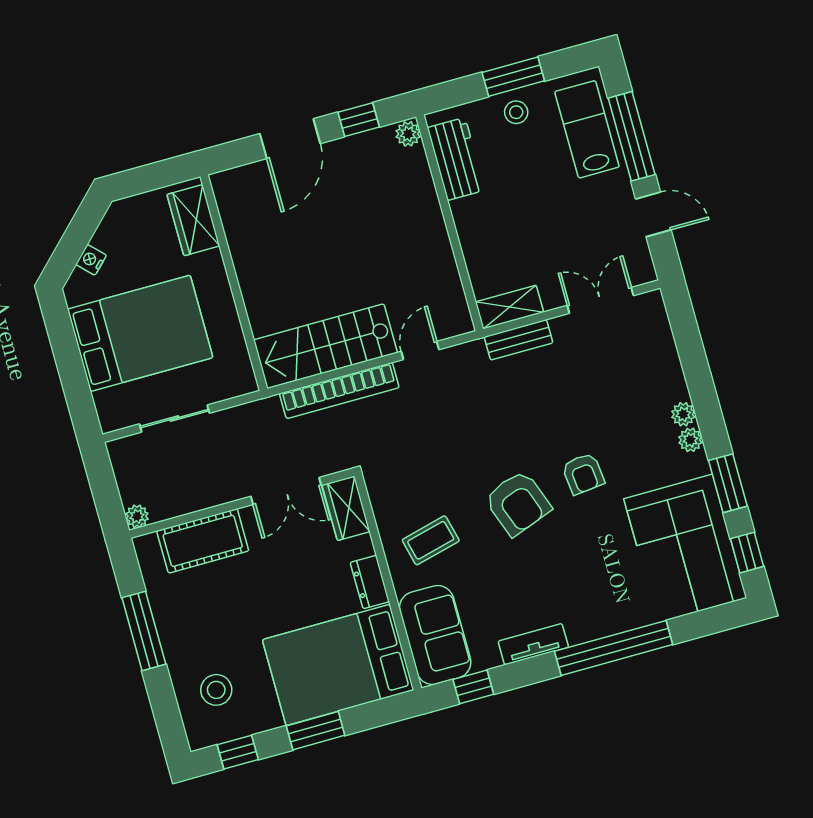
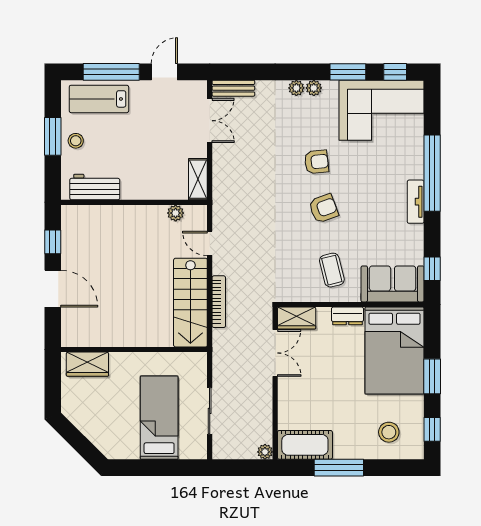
plant: (408, 134) -> (176, 213), moved
nightstand: (91, 260) -> (95, 436), removed
double door: (600, 300) -> (210, 121), swing flipped
bed: (140, 333) -> (159, 418), width x0.67
bench: (519, 340) -> (233, 88), moved, turned 90
bookcase: (339, 391) -> (219, 302), width x0.68, depth x0.76
armchair: (518, 503) -> (323, 208), width x0.72, depth x0.72
cot: (203, 541) -> (305, 445), moved, turned 90
tv unit: (533, 644) -> (416, 202), moved

